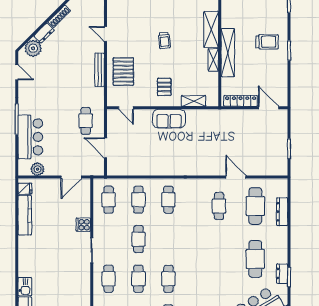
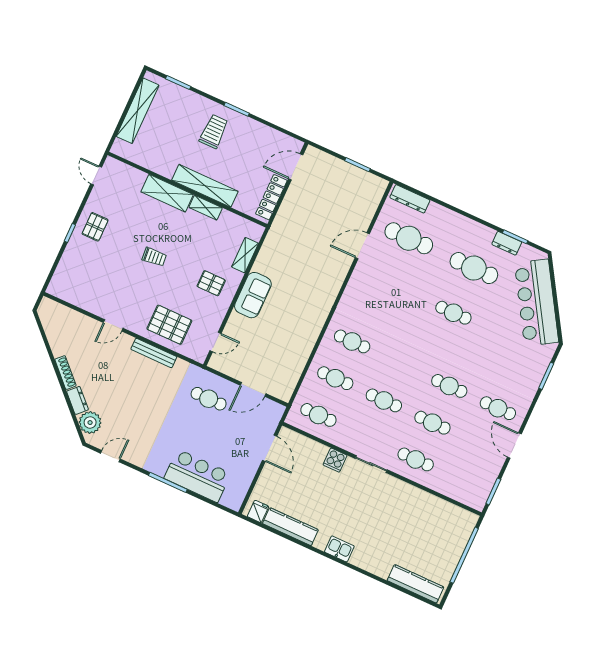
plant: (37, 169) -> (241, 485), removed
cafe table: (219, 206) -> (453, 313), moved
dresser: (282, 212) -> (410, 199), moved
kitchen sink: (25, 287) -> (339, 549), moved

